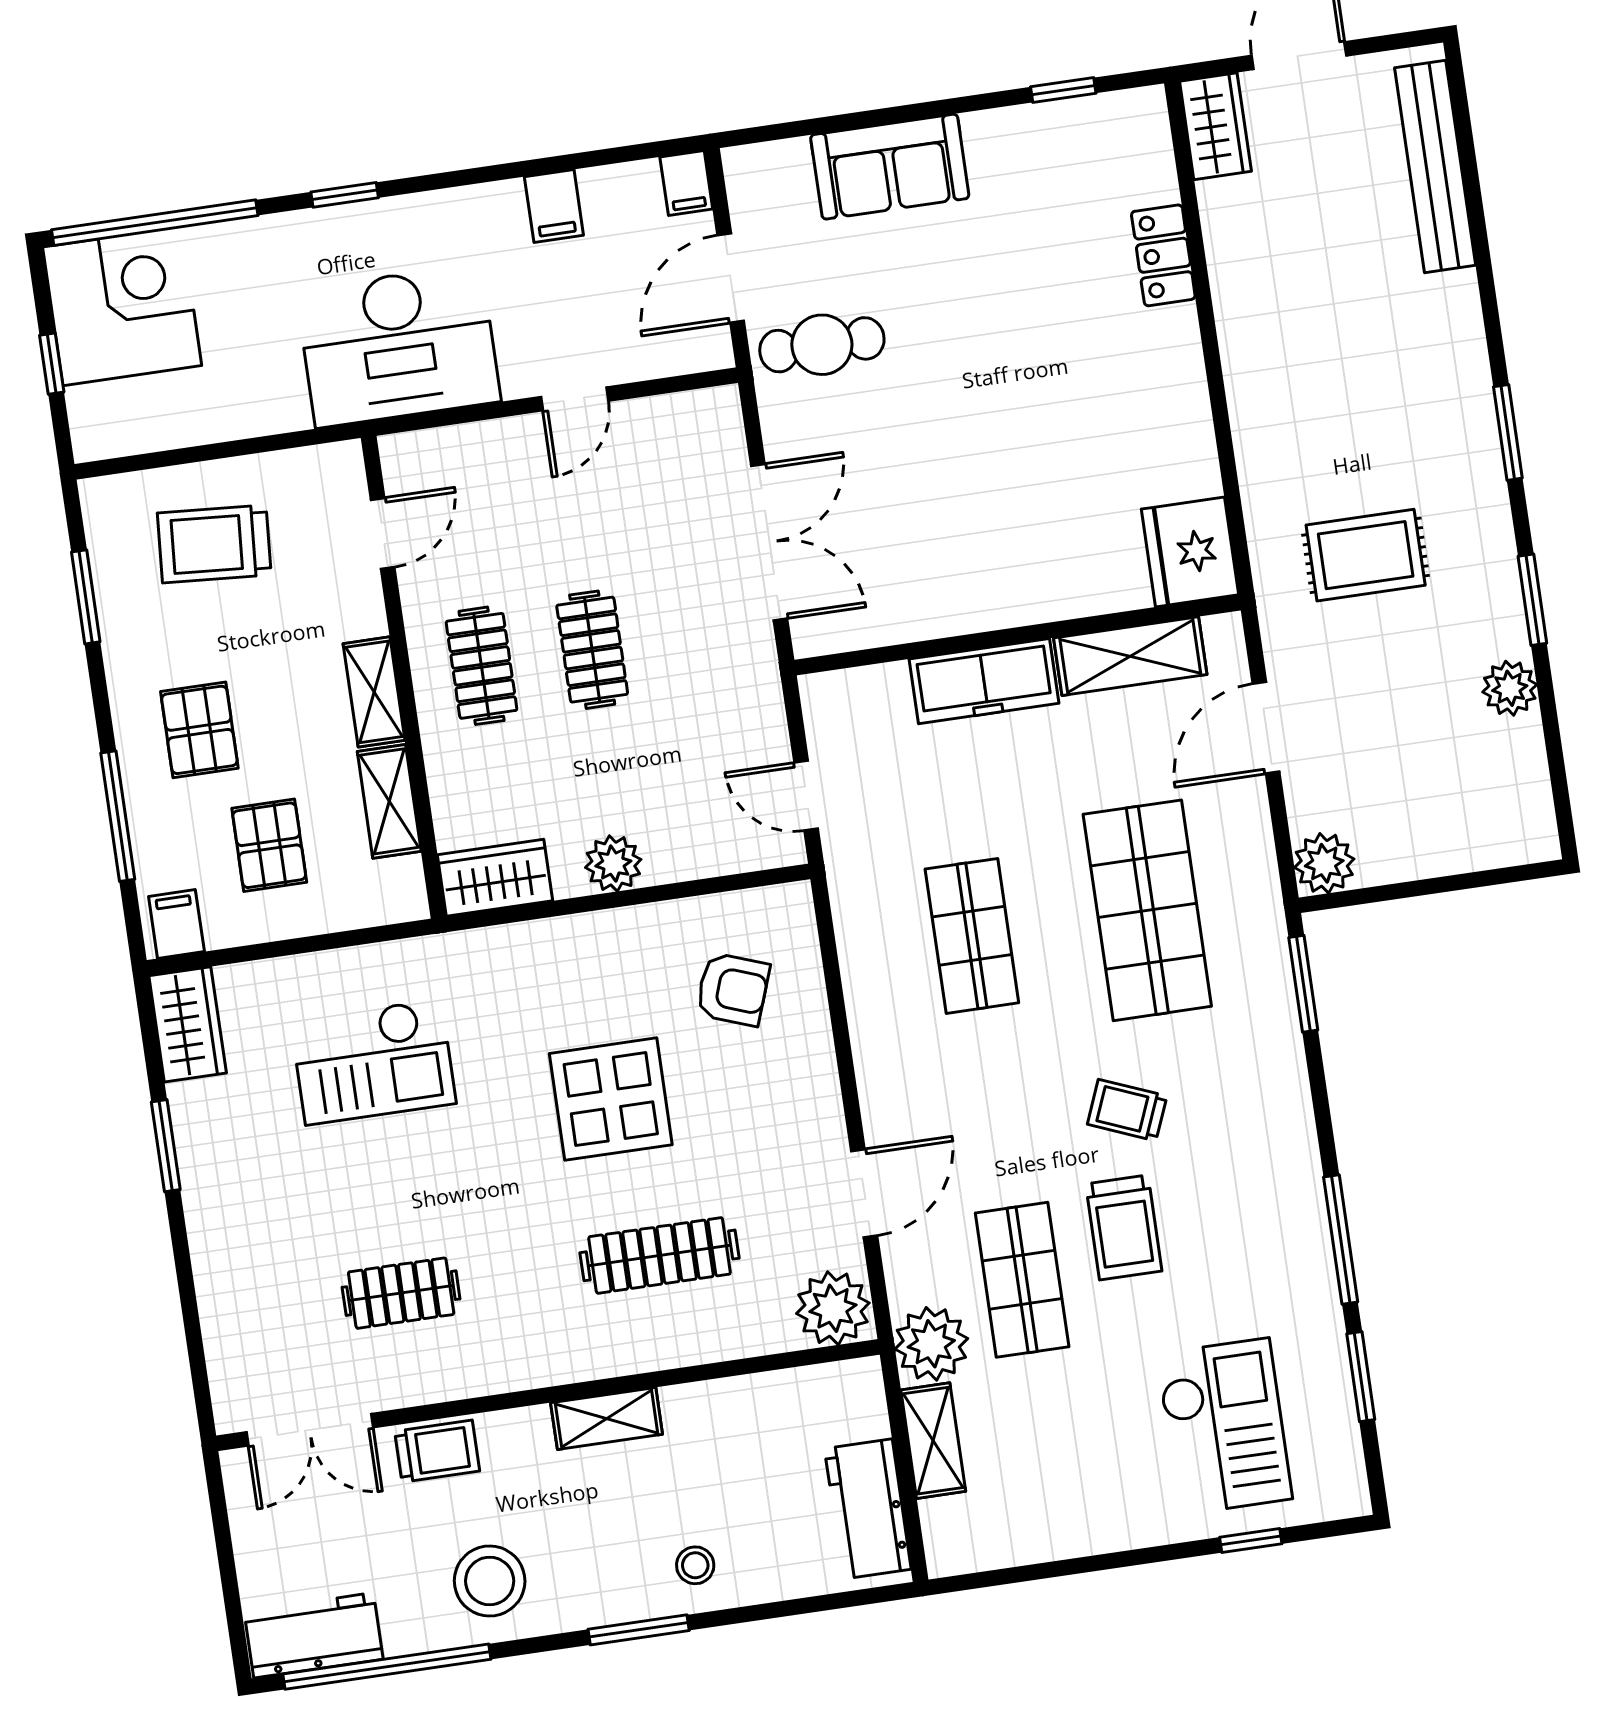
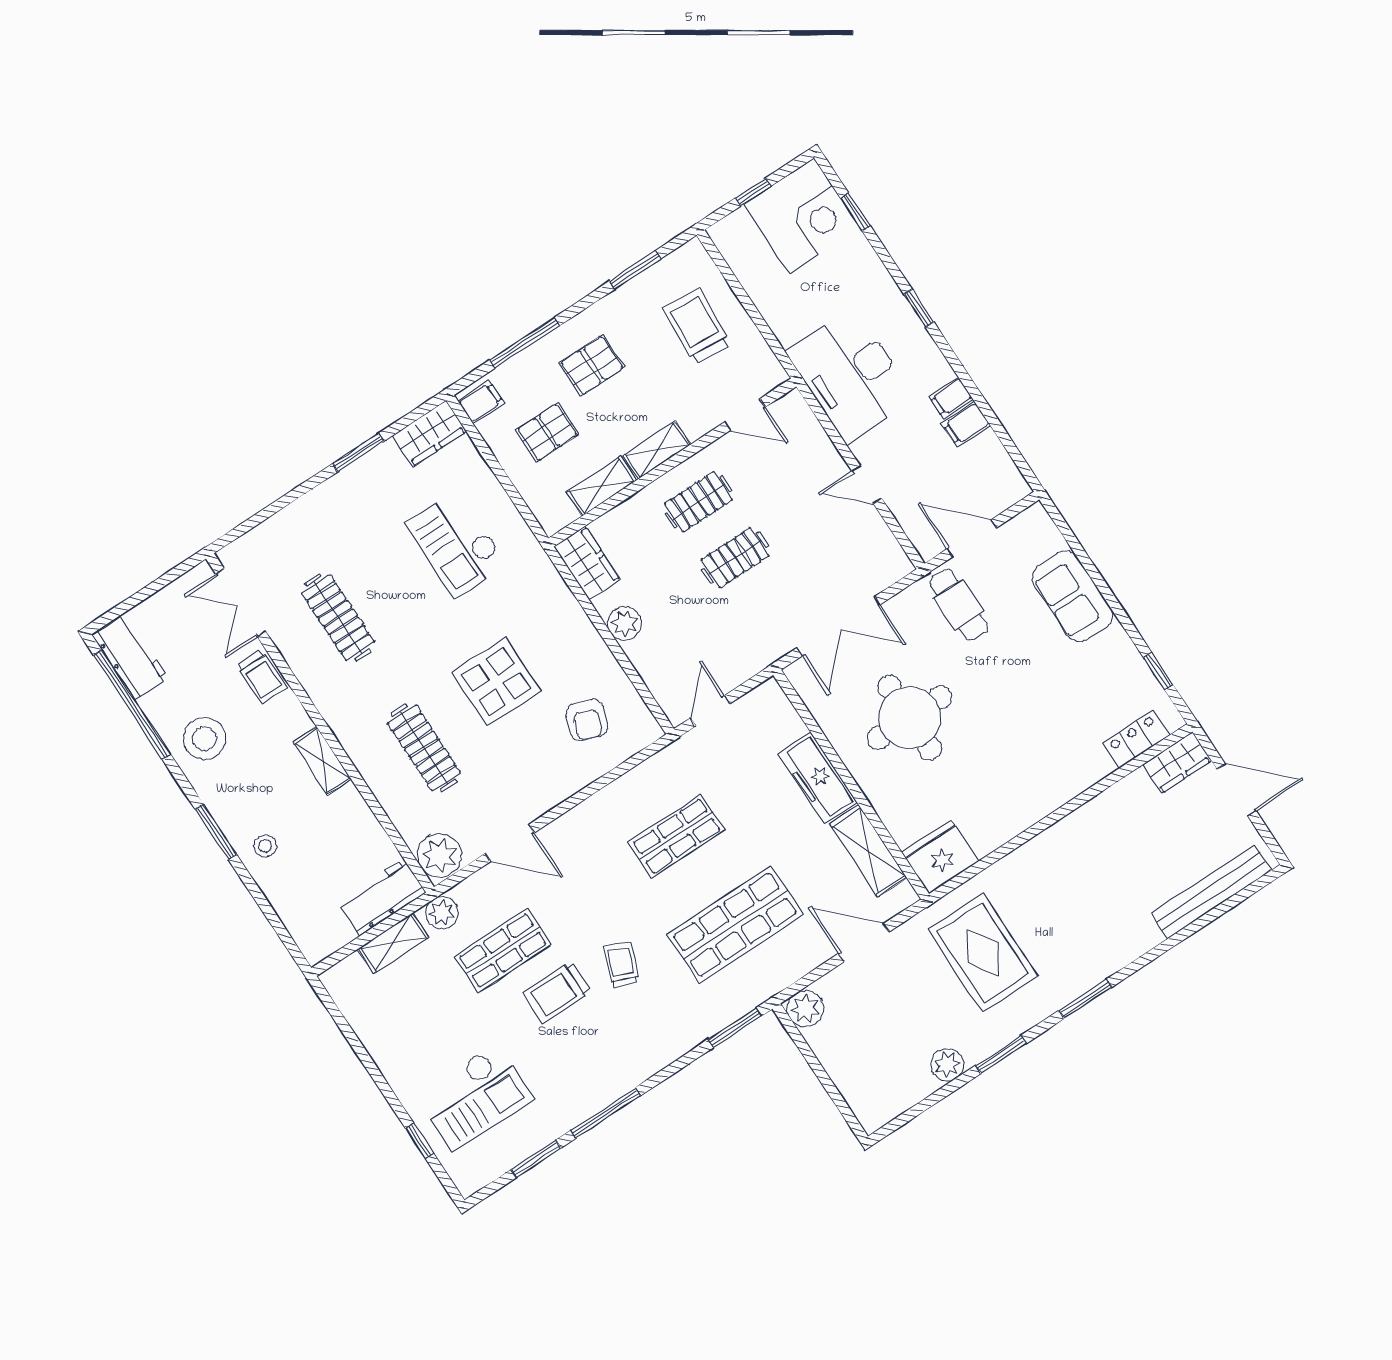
filing cabinet: (686, 183) -> (951, 397), moved
window: (155, 223) -> (856, 212), width x0.32
locker: (1163, 255) -> (1136, 739), moved
round table: (958, 499) -> (910, 718), added
rug: (1366, 555) -> (983, 953), width x1.36, depth x1.43
clothes rail: (401, 1293) -> (338, 617), width x1.36
plant: (931, 1344) -> (442, 913), width x0.73, depth x0.73
workbench: (868, 1509) -> (382, 897), moved

